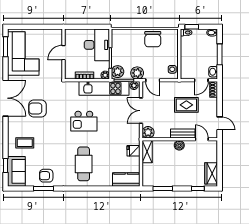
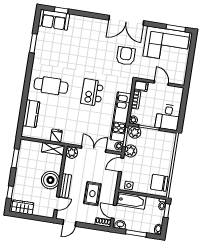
chair: (153, 39) -> (159, 183), moved
desk: (97, 45) -> (168, 117), width x0.73
bathtub: (187, 65) -> (131, 201), added
filing cabinet: (69, 73) -> (141, 86), added
armchair: (38, 108) -> (126, 56), moved
coffee table: (25, 143) -> (80, 32), removed
boiler: (179, 145) -> (50, 180), width x1.86, depth x1.86
armchair: (46, 176) -> (45, 48), removed
kitchen counter: (126, 180) -> (31, 114), moved

